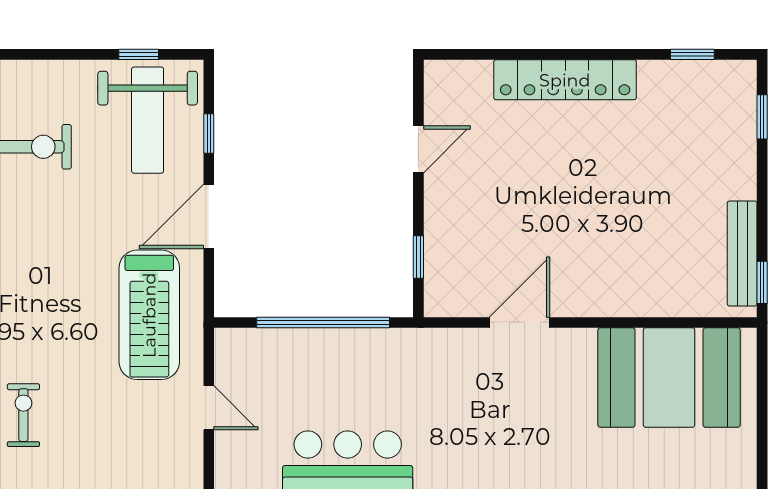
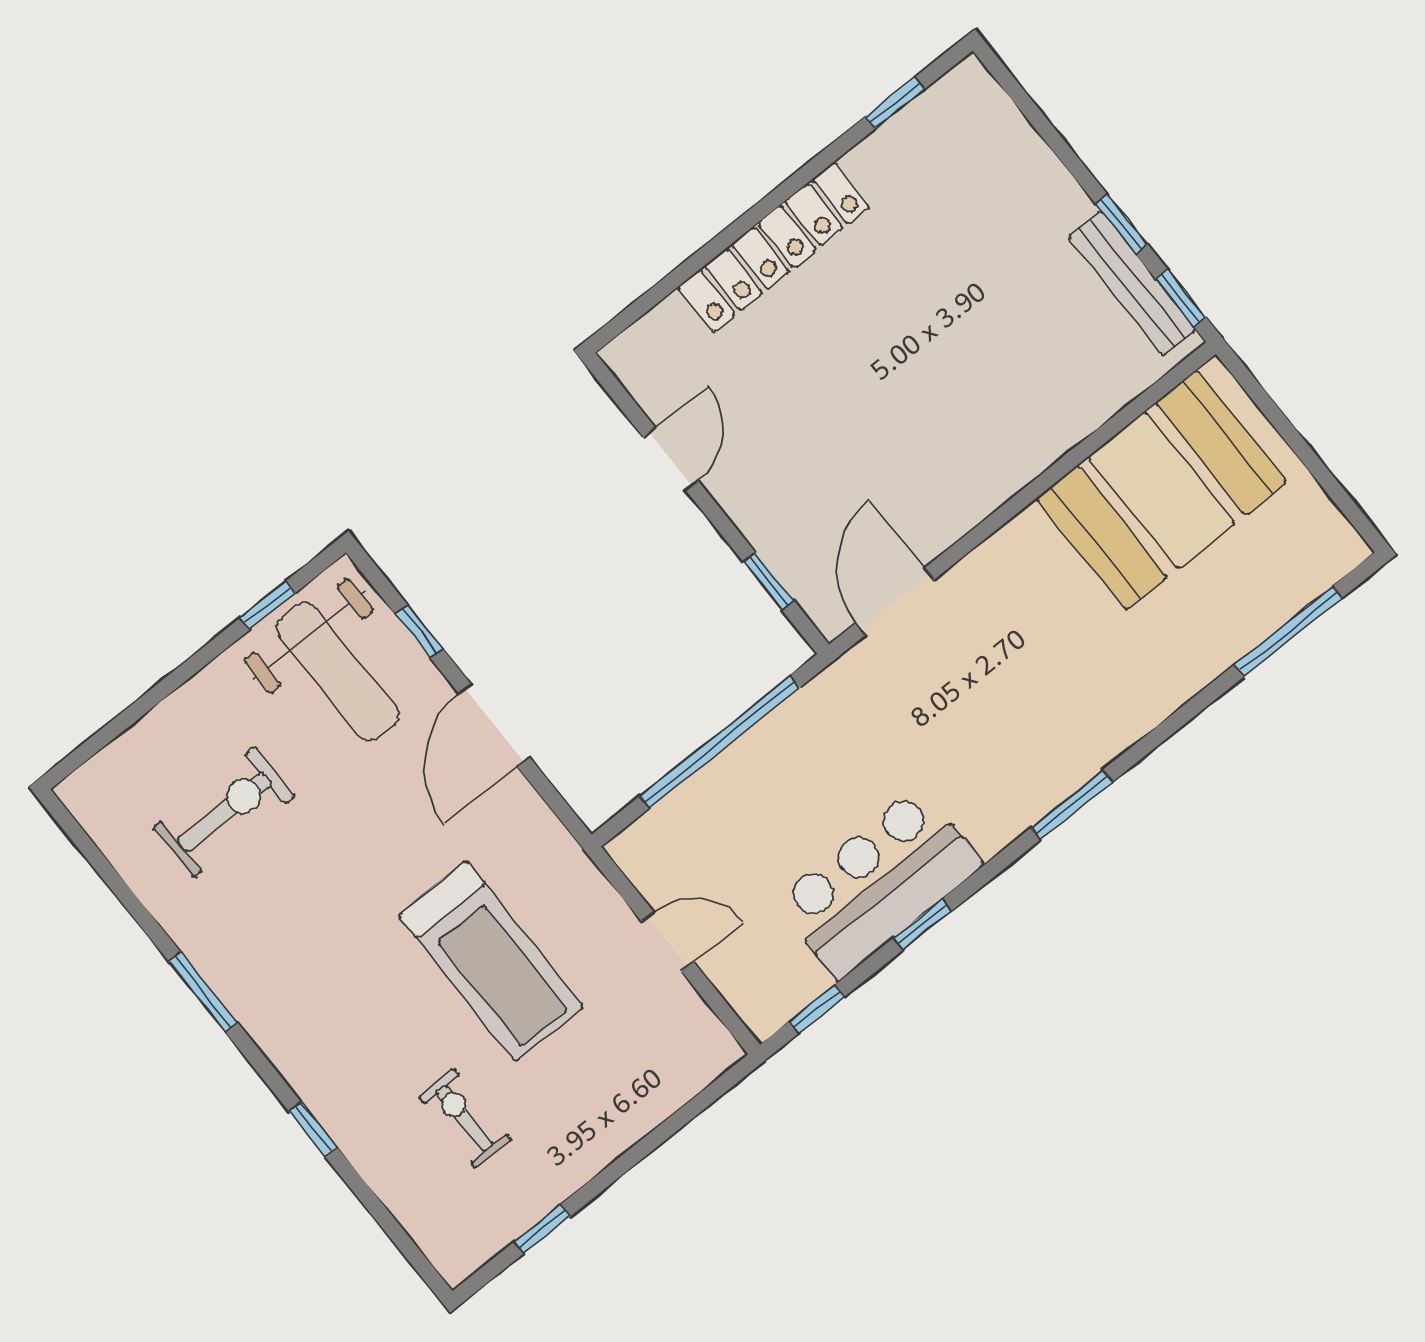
window: (762, 117) -> (1122, 224), moved
treadmill: (149, 315) -> (491, 961), moved
door: (519, 322) -> (895, 602), moved

